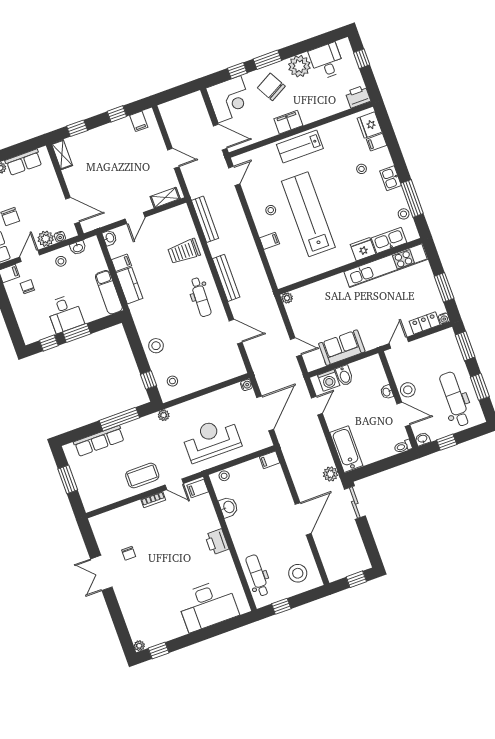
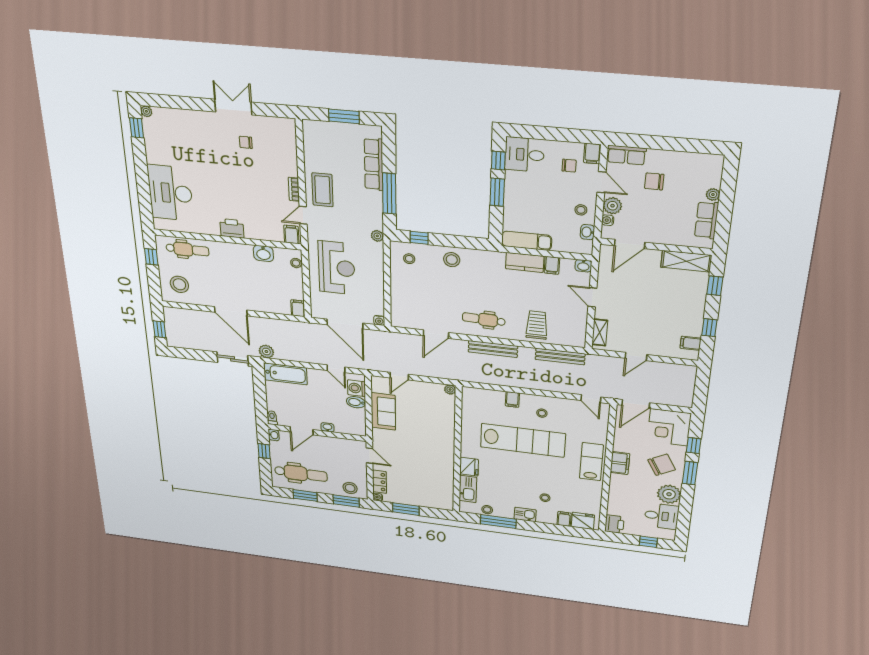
shelving: (62, 155) -> (686, 261), width x1.50, depth x1.33
kitchen unit: (386, 266) -> (446, 476), removed
desk: (65, 314) -> (524, 155), moved
stool: (408, 390) -> (350, 488), moved

